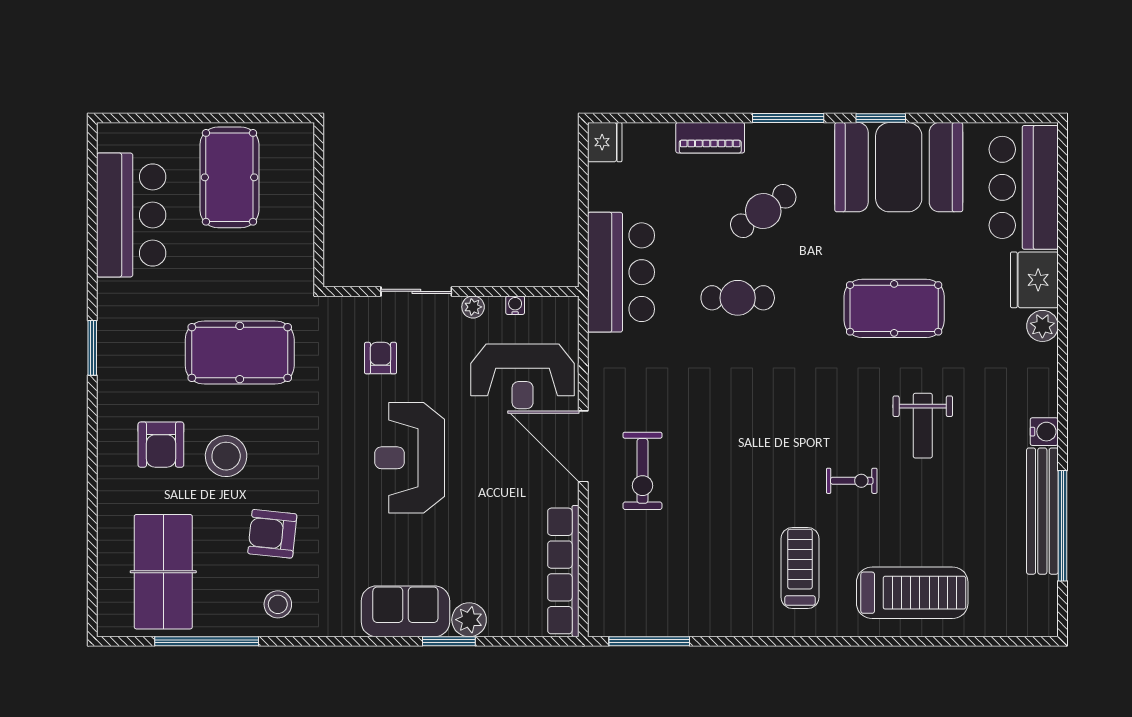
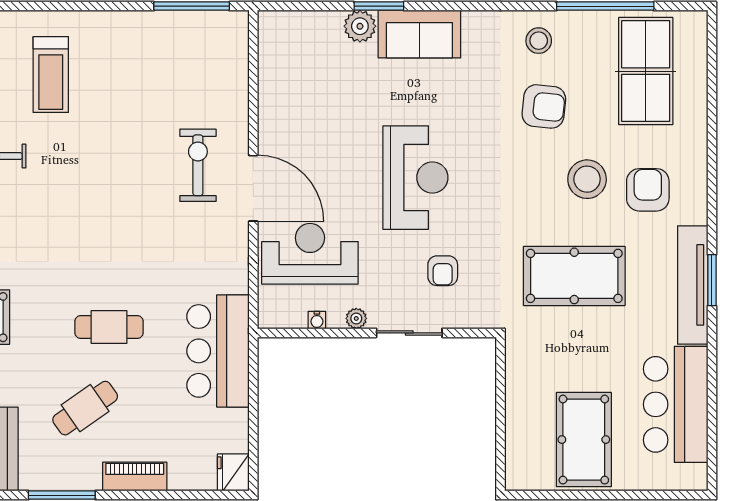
tv unit: (113, 343) -> (693, 285), added
row of seats: (563, 571) -> (272, 72), removed

